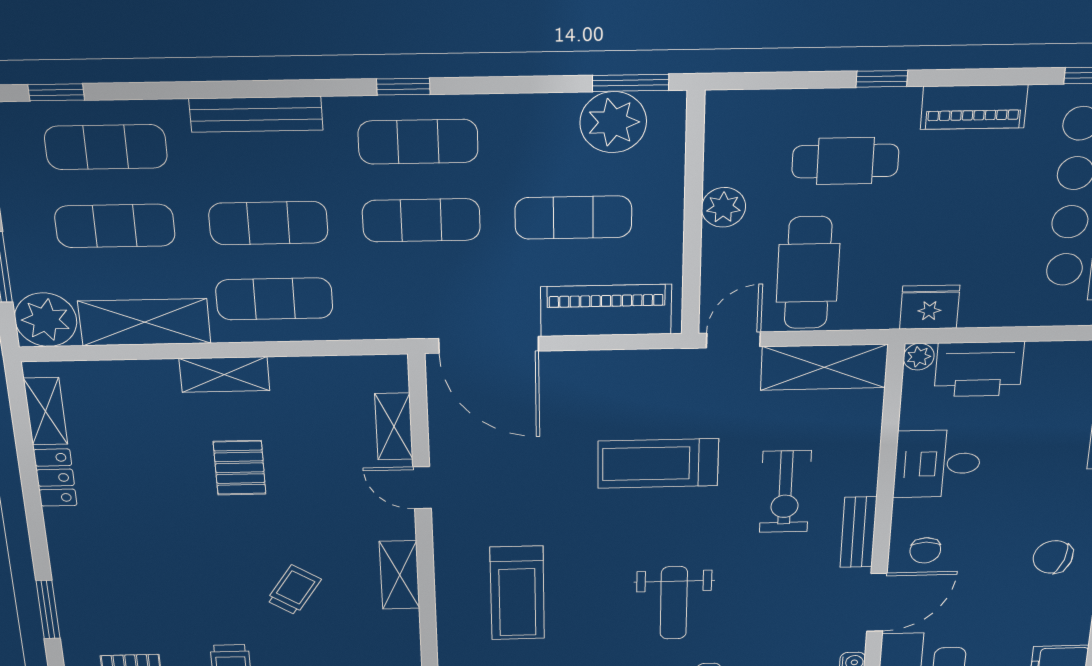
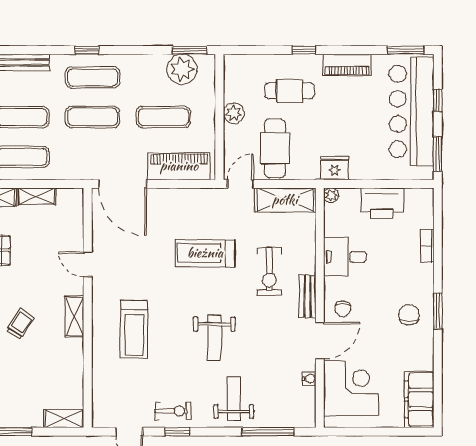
printer: (979, 369) -> (382, 203), moved
shelving: (394, 427) -> (37, 196), moved, turned 90
chair: (1053, 557) -> (409, 315), turned 72

